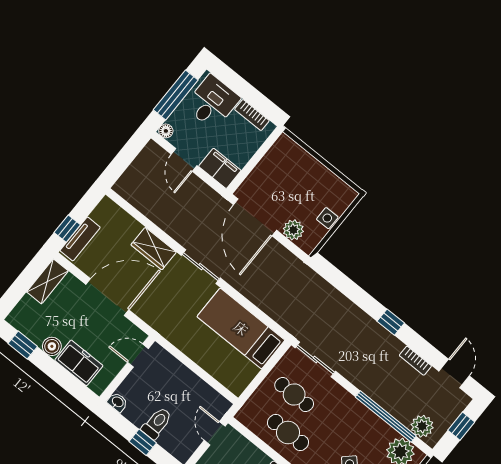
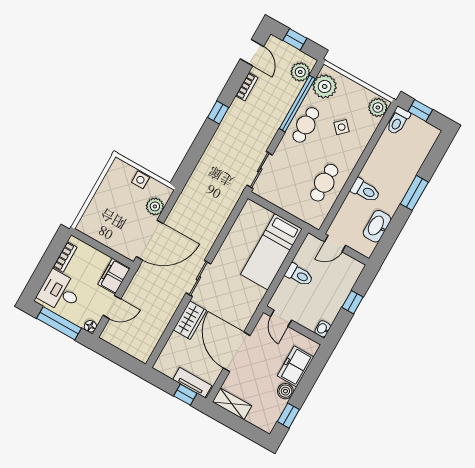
bed: (241, 328) -> (271, 252), moved
door: (454, 373) -> (252, 53), swing flipped
cafe table: (294, 395) -> (306, 125), moved
toilet: (157, 423) -> (299, 275), moved, turned 180

